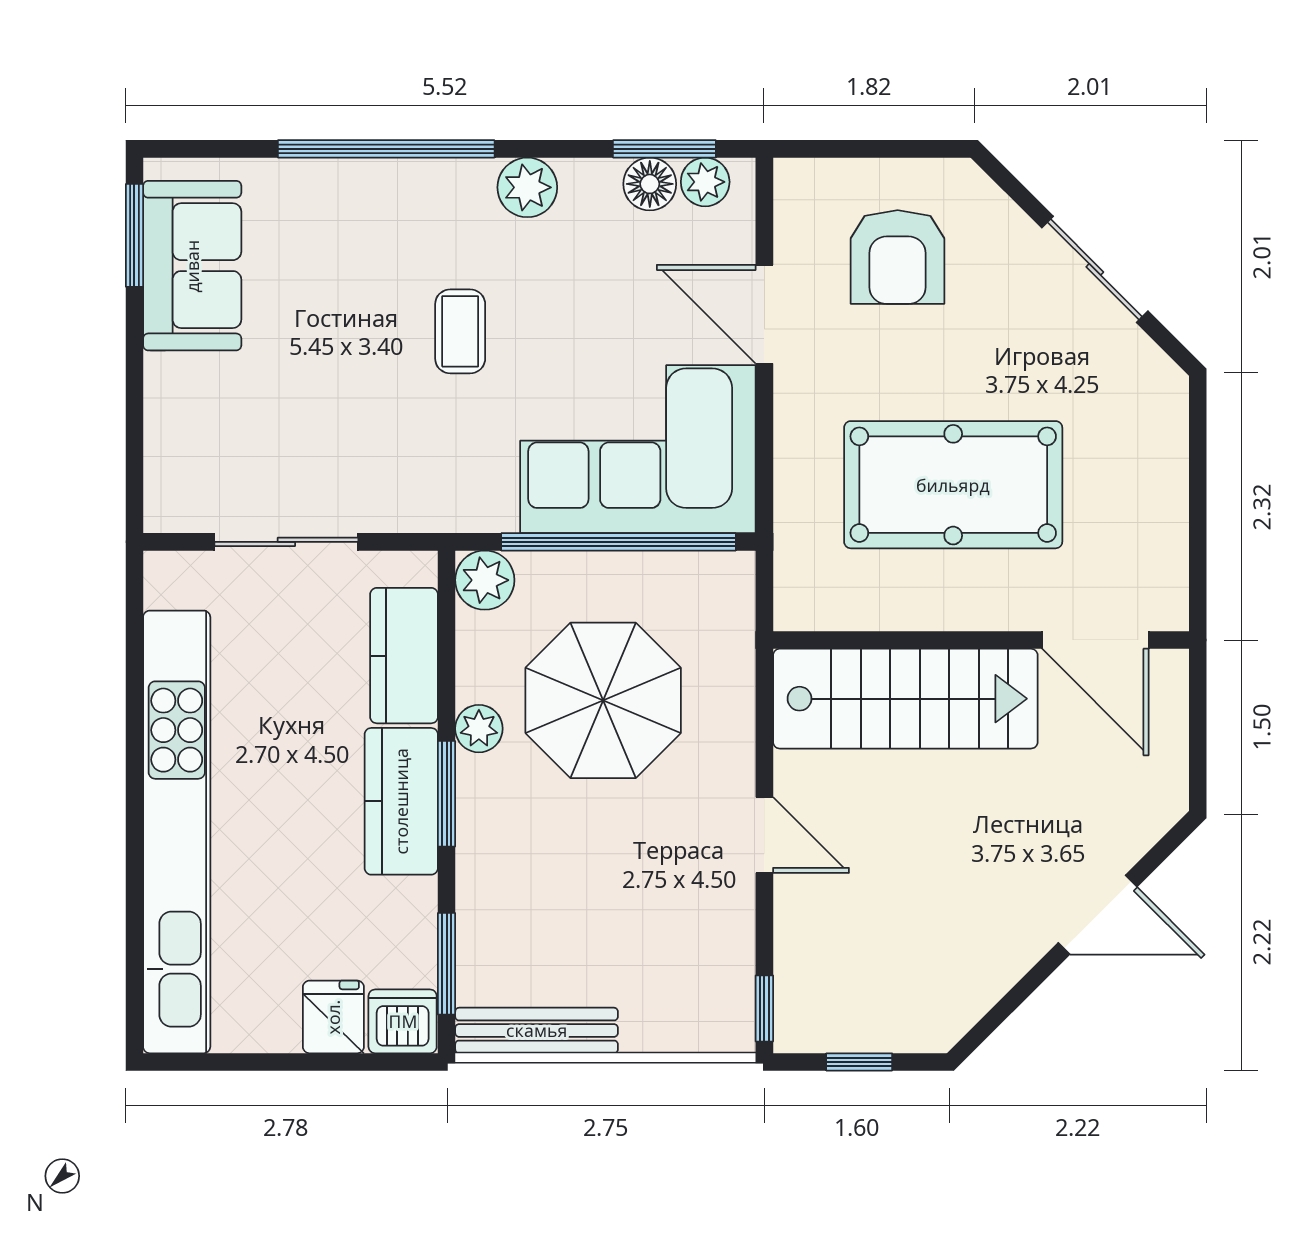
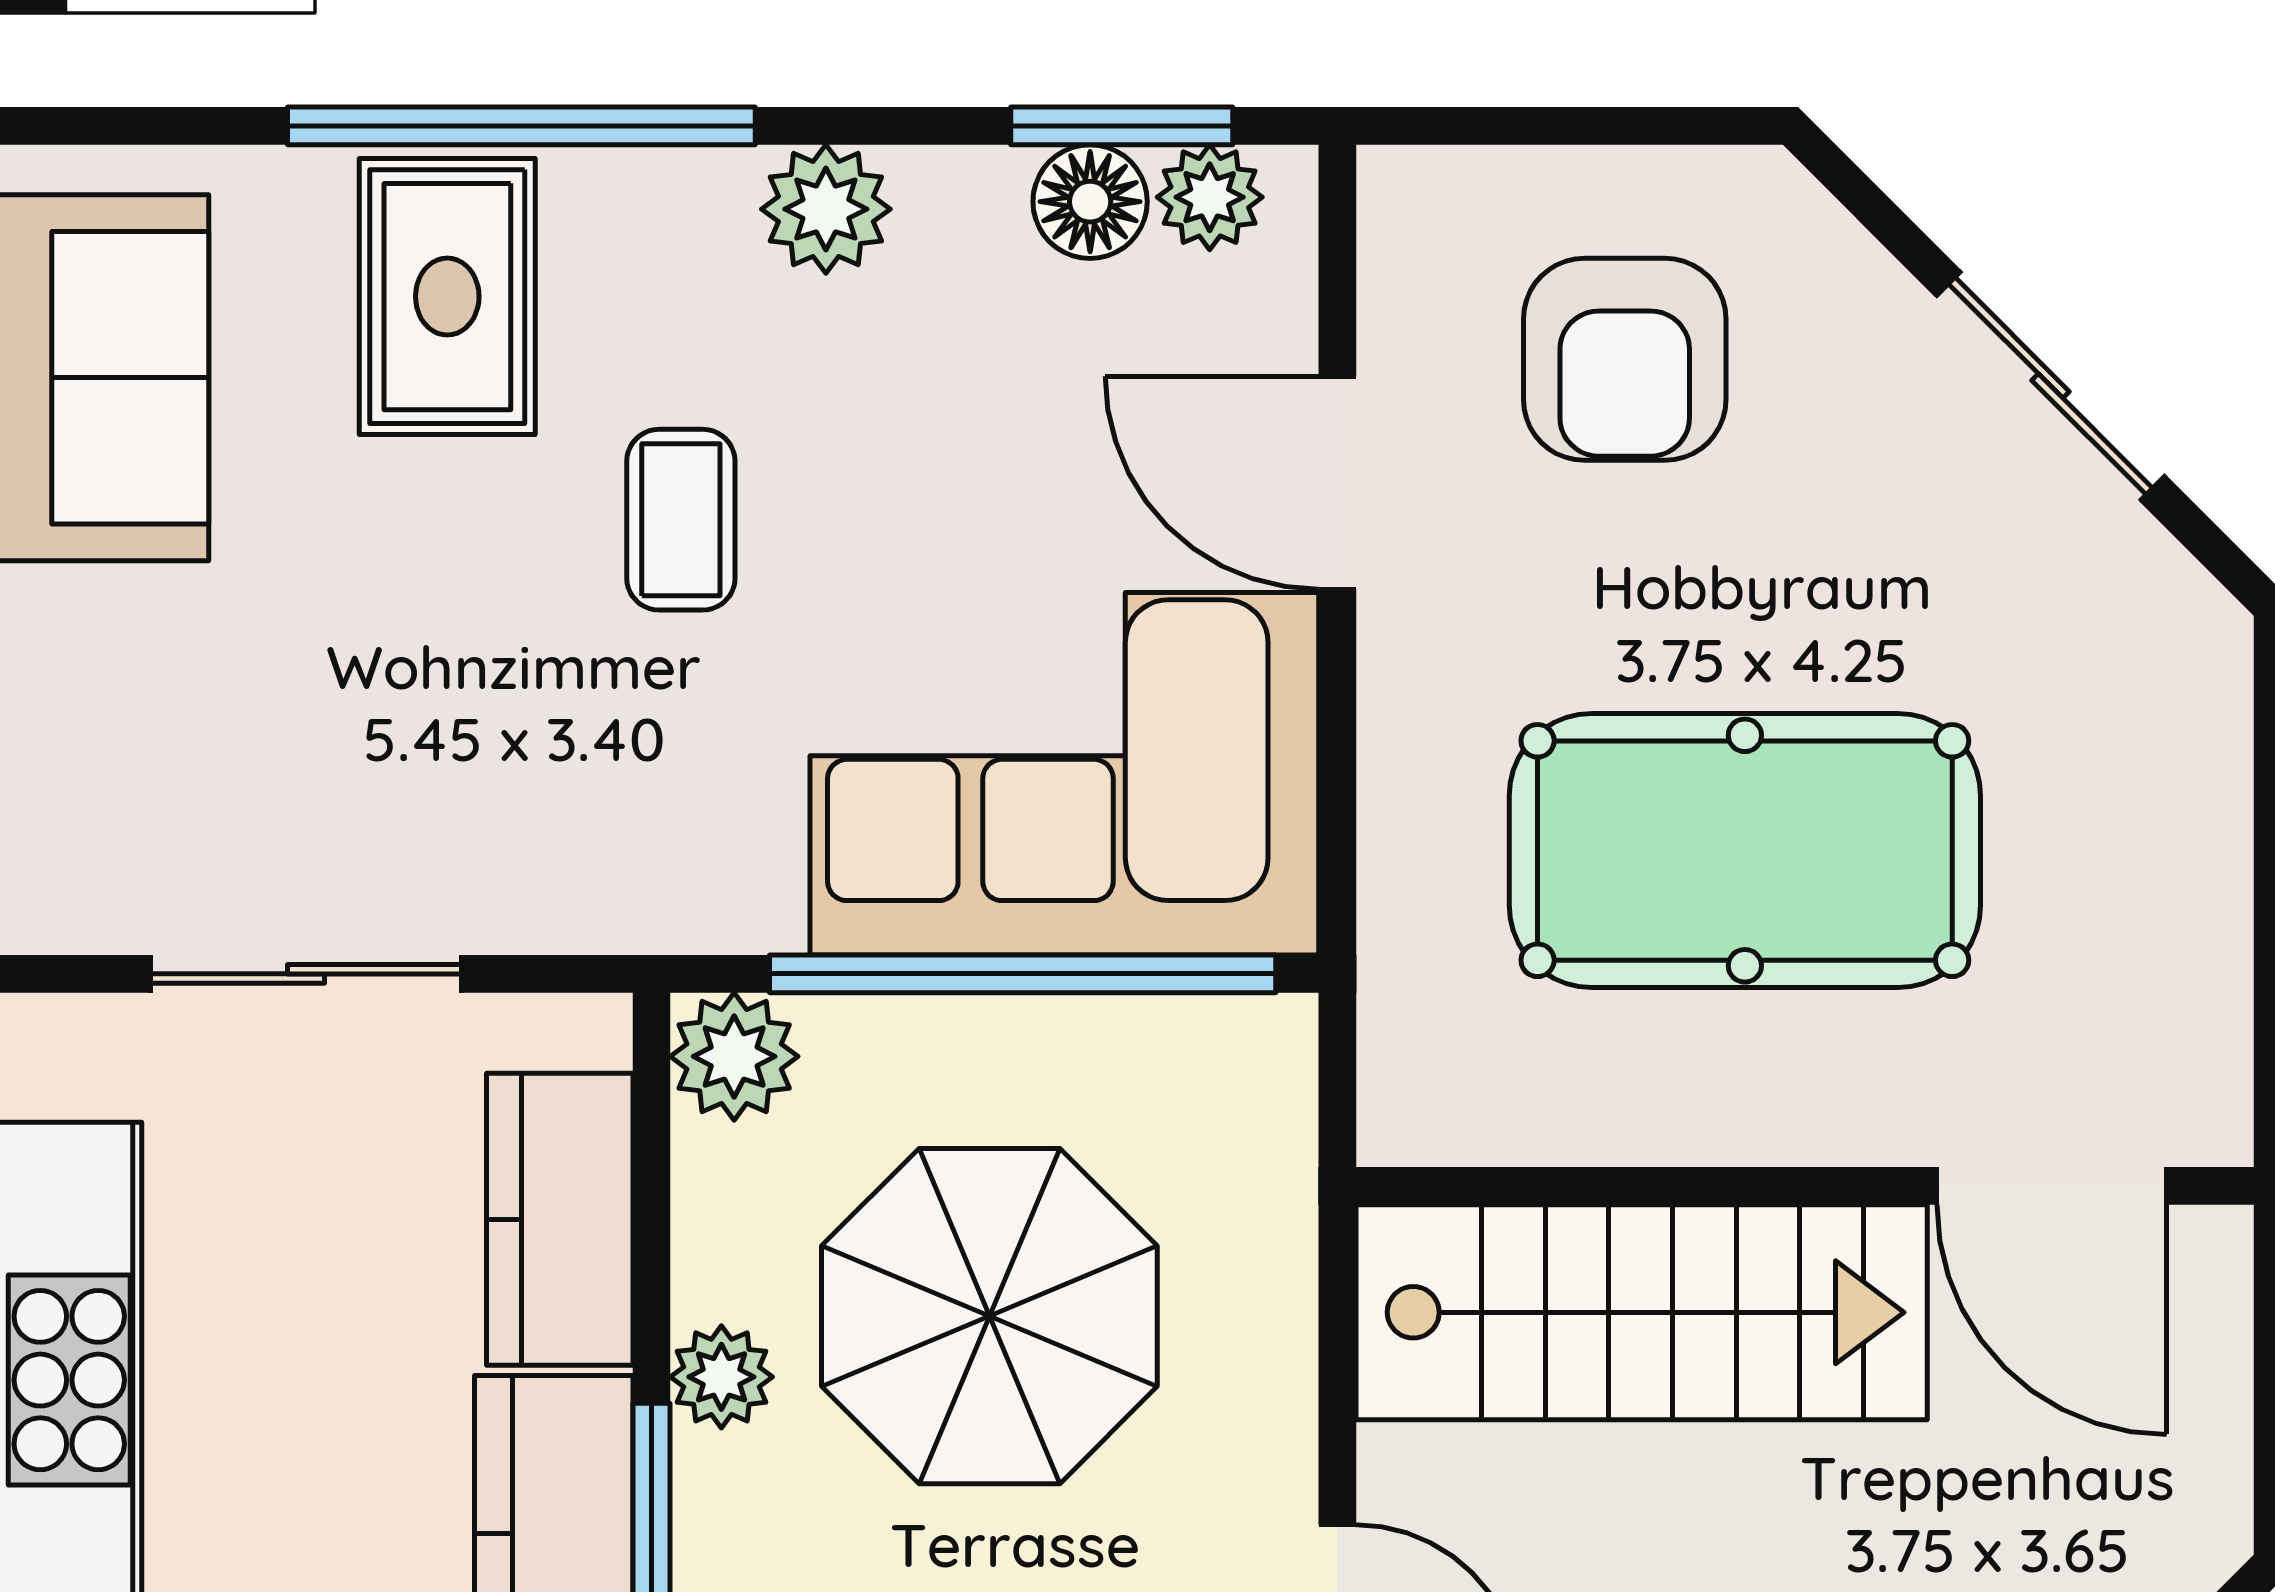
rug: (352, 228) -> (447, 297), added

